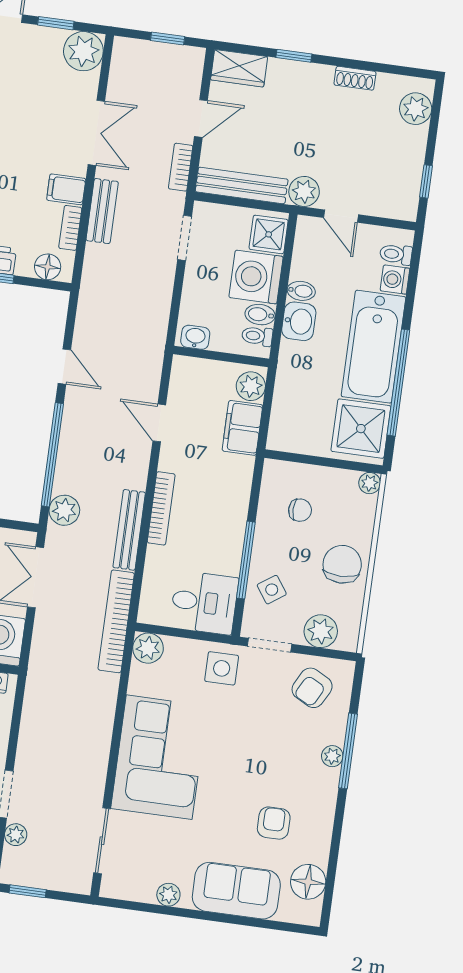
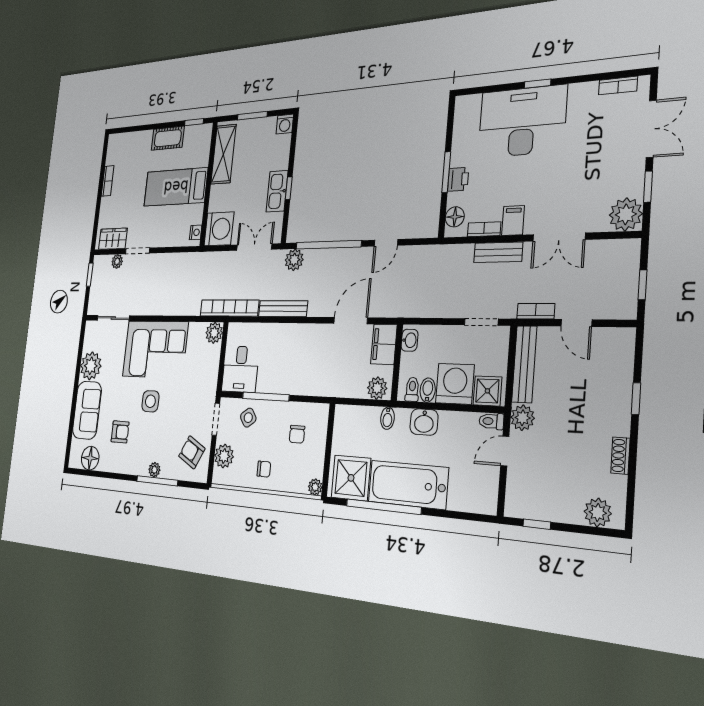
wardrobe: (239, 68) -> (621, 351), removed
toilet: (396, 254) -> (491, 421), moved, turned -90
washing machine: (395, 280) -> (458, 500), removed
bidet: (301, 291) -> (387, 418), moved
door: (159, 423) -> (351, 321), width x1.38
filing cabinet: (242, 428) -> (384, 344), moved, turned -90
bookcase: (161, 508) -> (296, 330), removed
chair: (342, 564) -> (264, 469), width x0.54, depth x0.54
side table: (222, 668) -> (150, 401), moved
plant: (168, 895) -> (91, 366), width x1.88, depth x1.88

